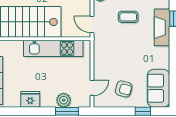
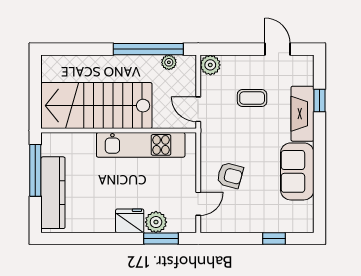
sofa: (158, 88) -> (297, 171), moved
armchair: (124, 89) -> (230, 175), moved
fridge: (30, 99) -> (130, 221), moved

